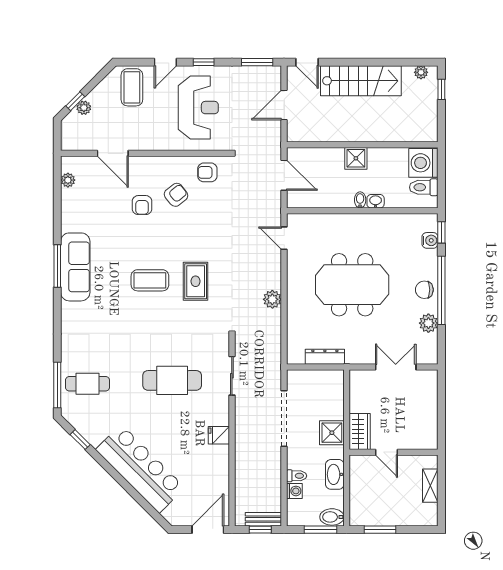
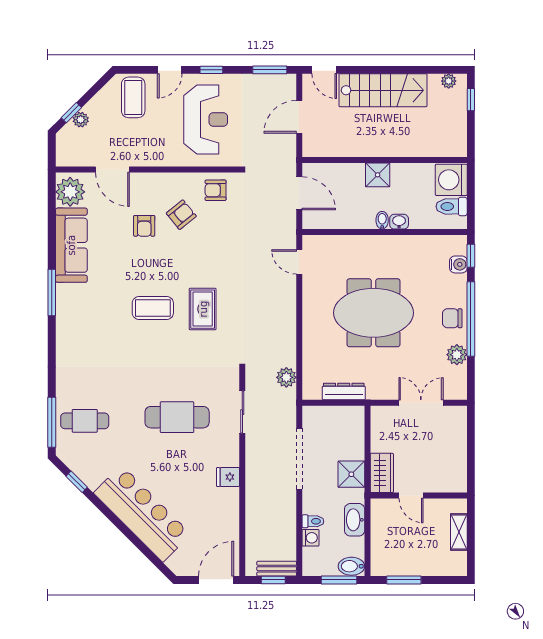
plant: (68, 180) -> (70, 192), width x1.88, depth x1.88
sofa: (75, 267) -> (71, 245), moved
plant: (272, 299) -> (286, 377), moved

